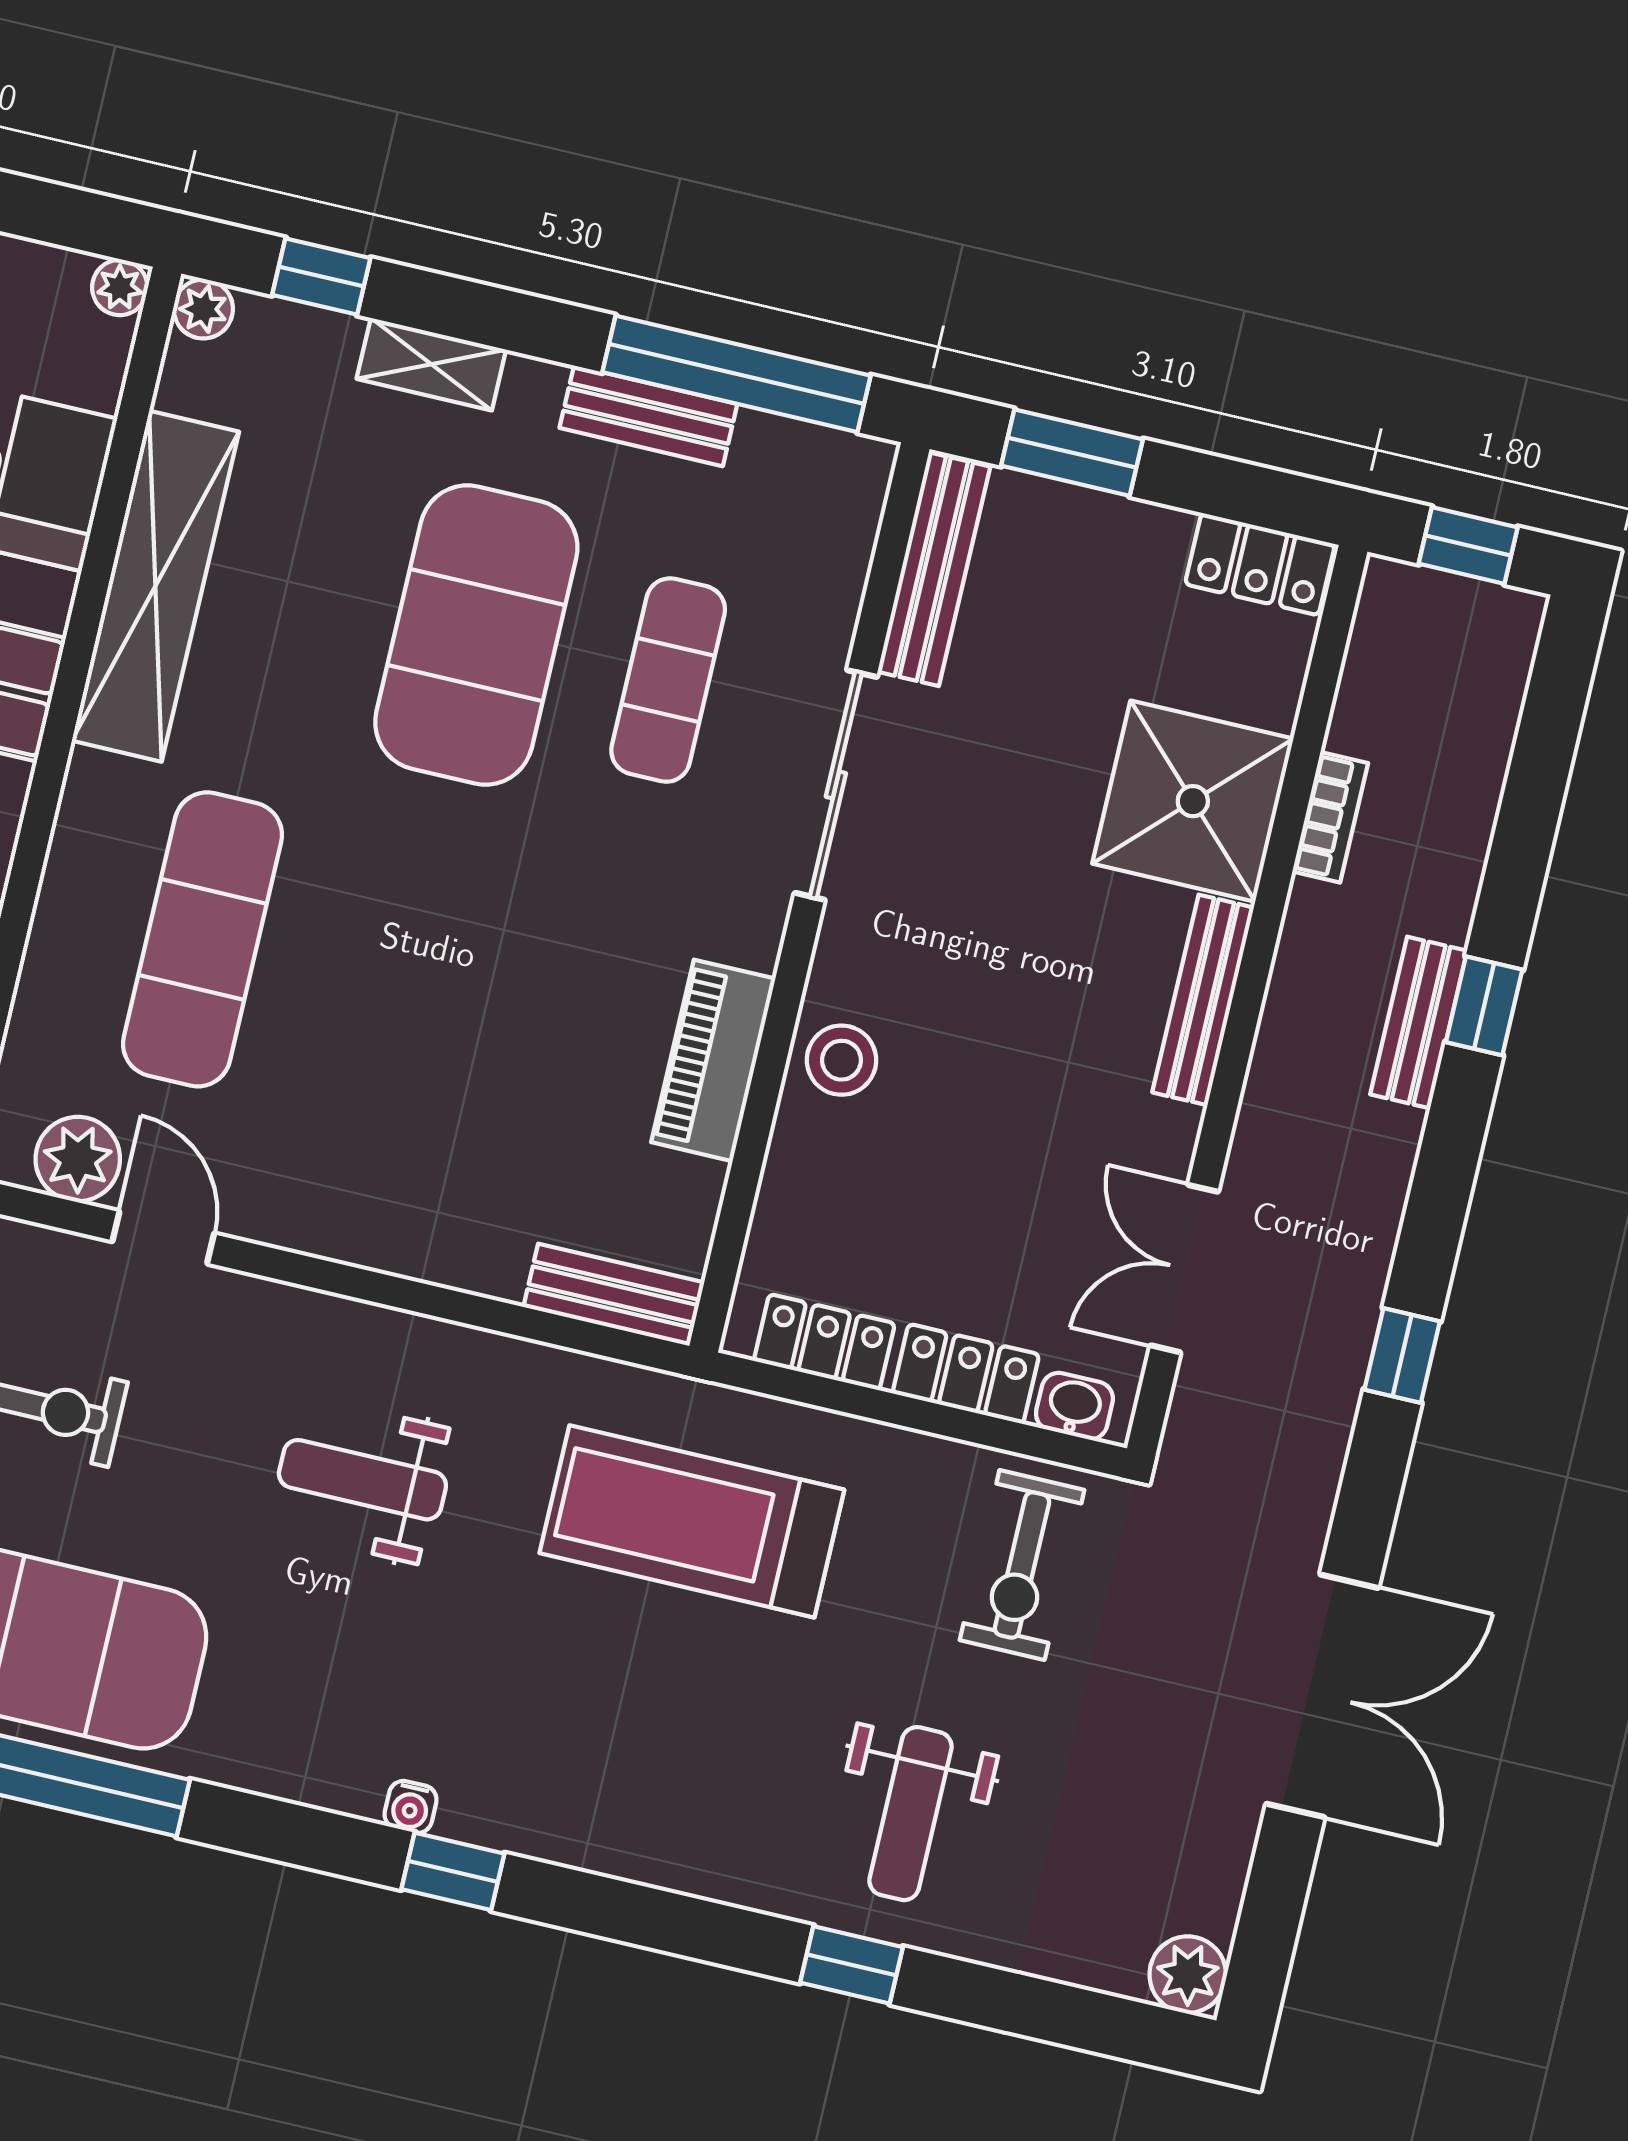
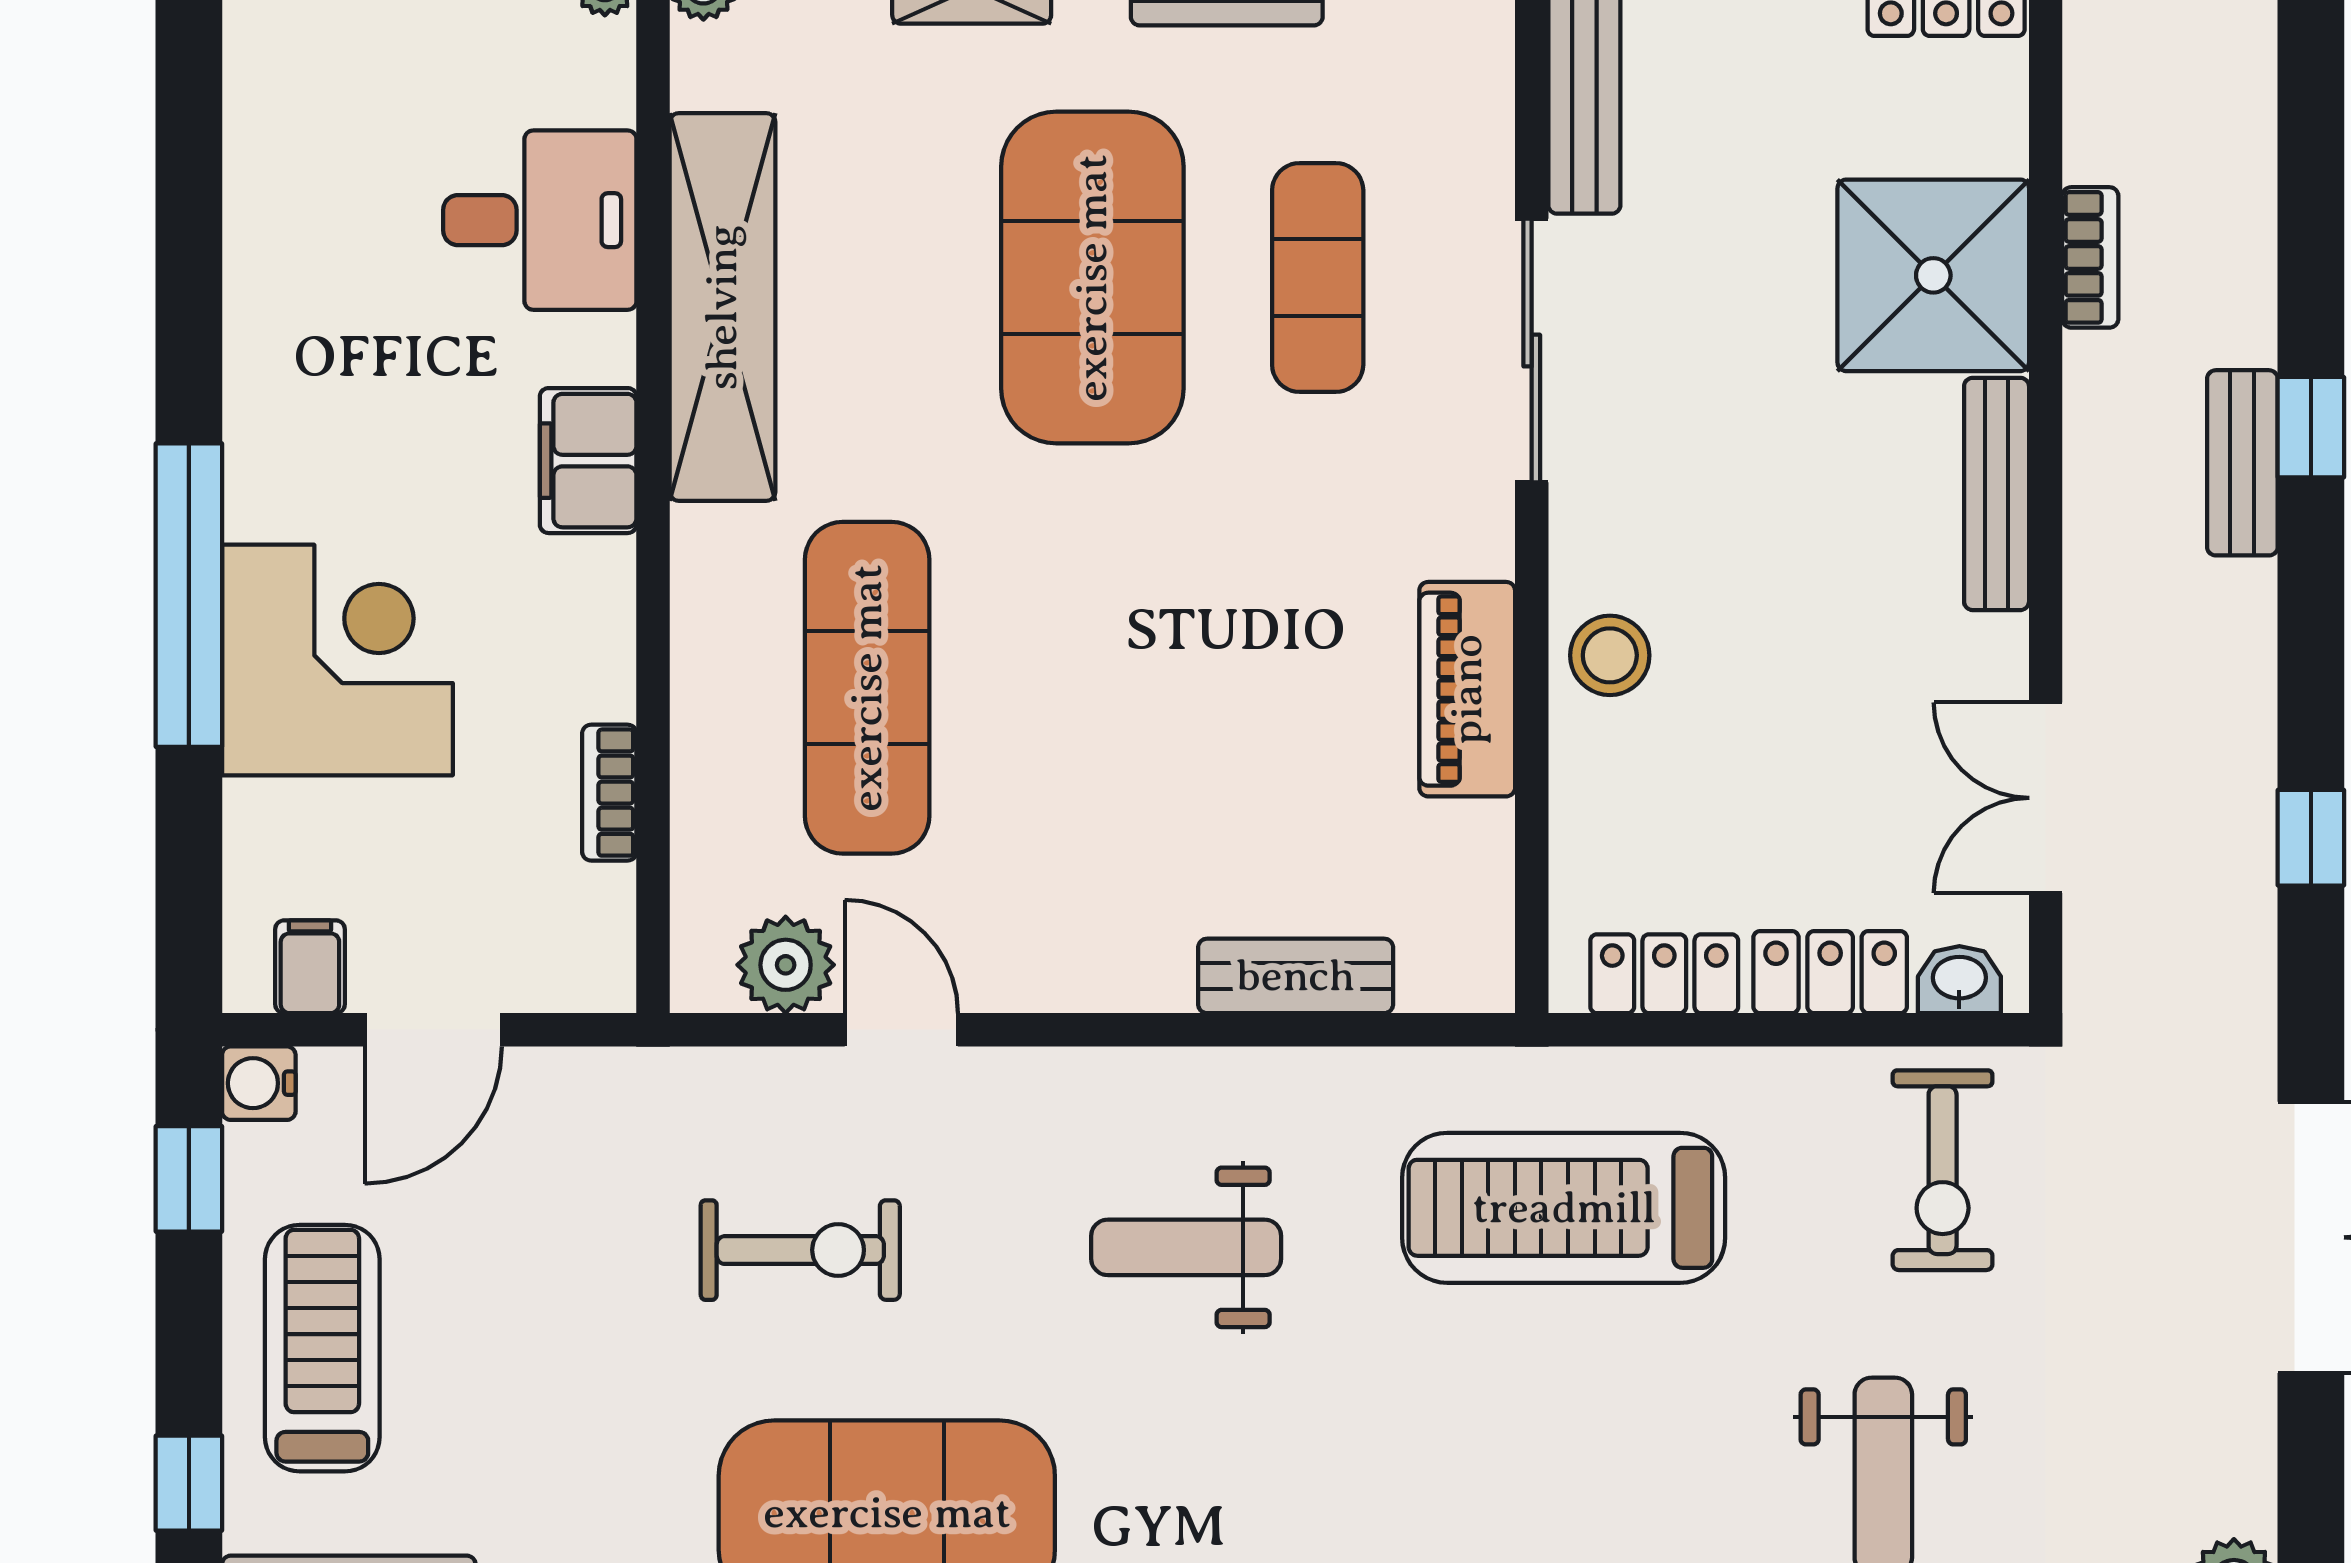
bench: (614, 1295) -> (1296, 976), moved

